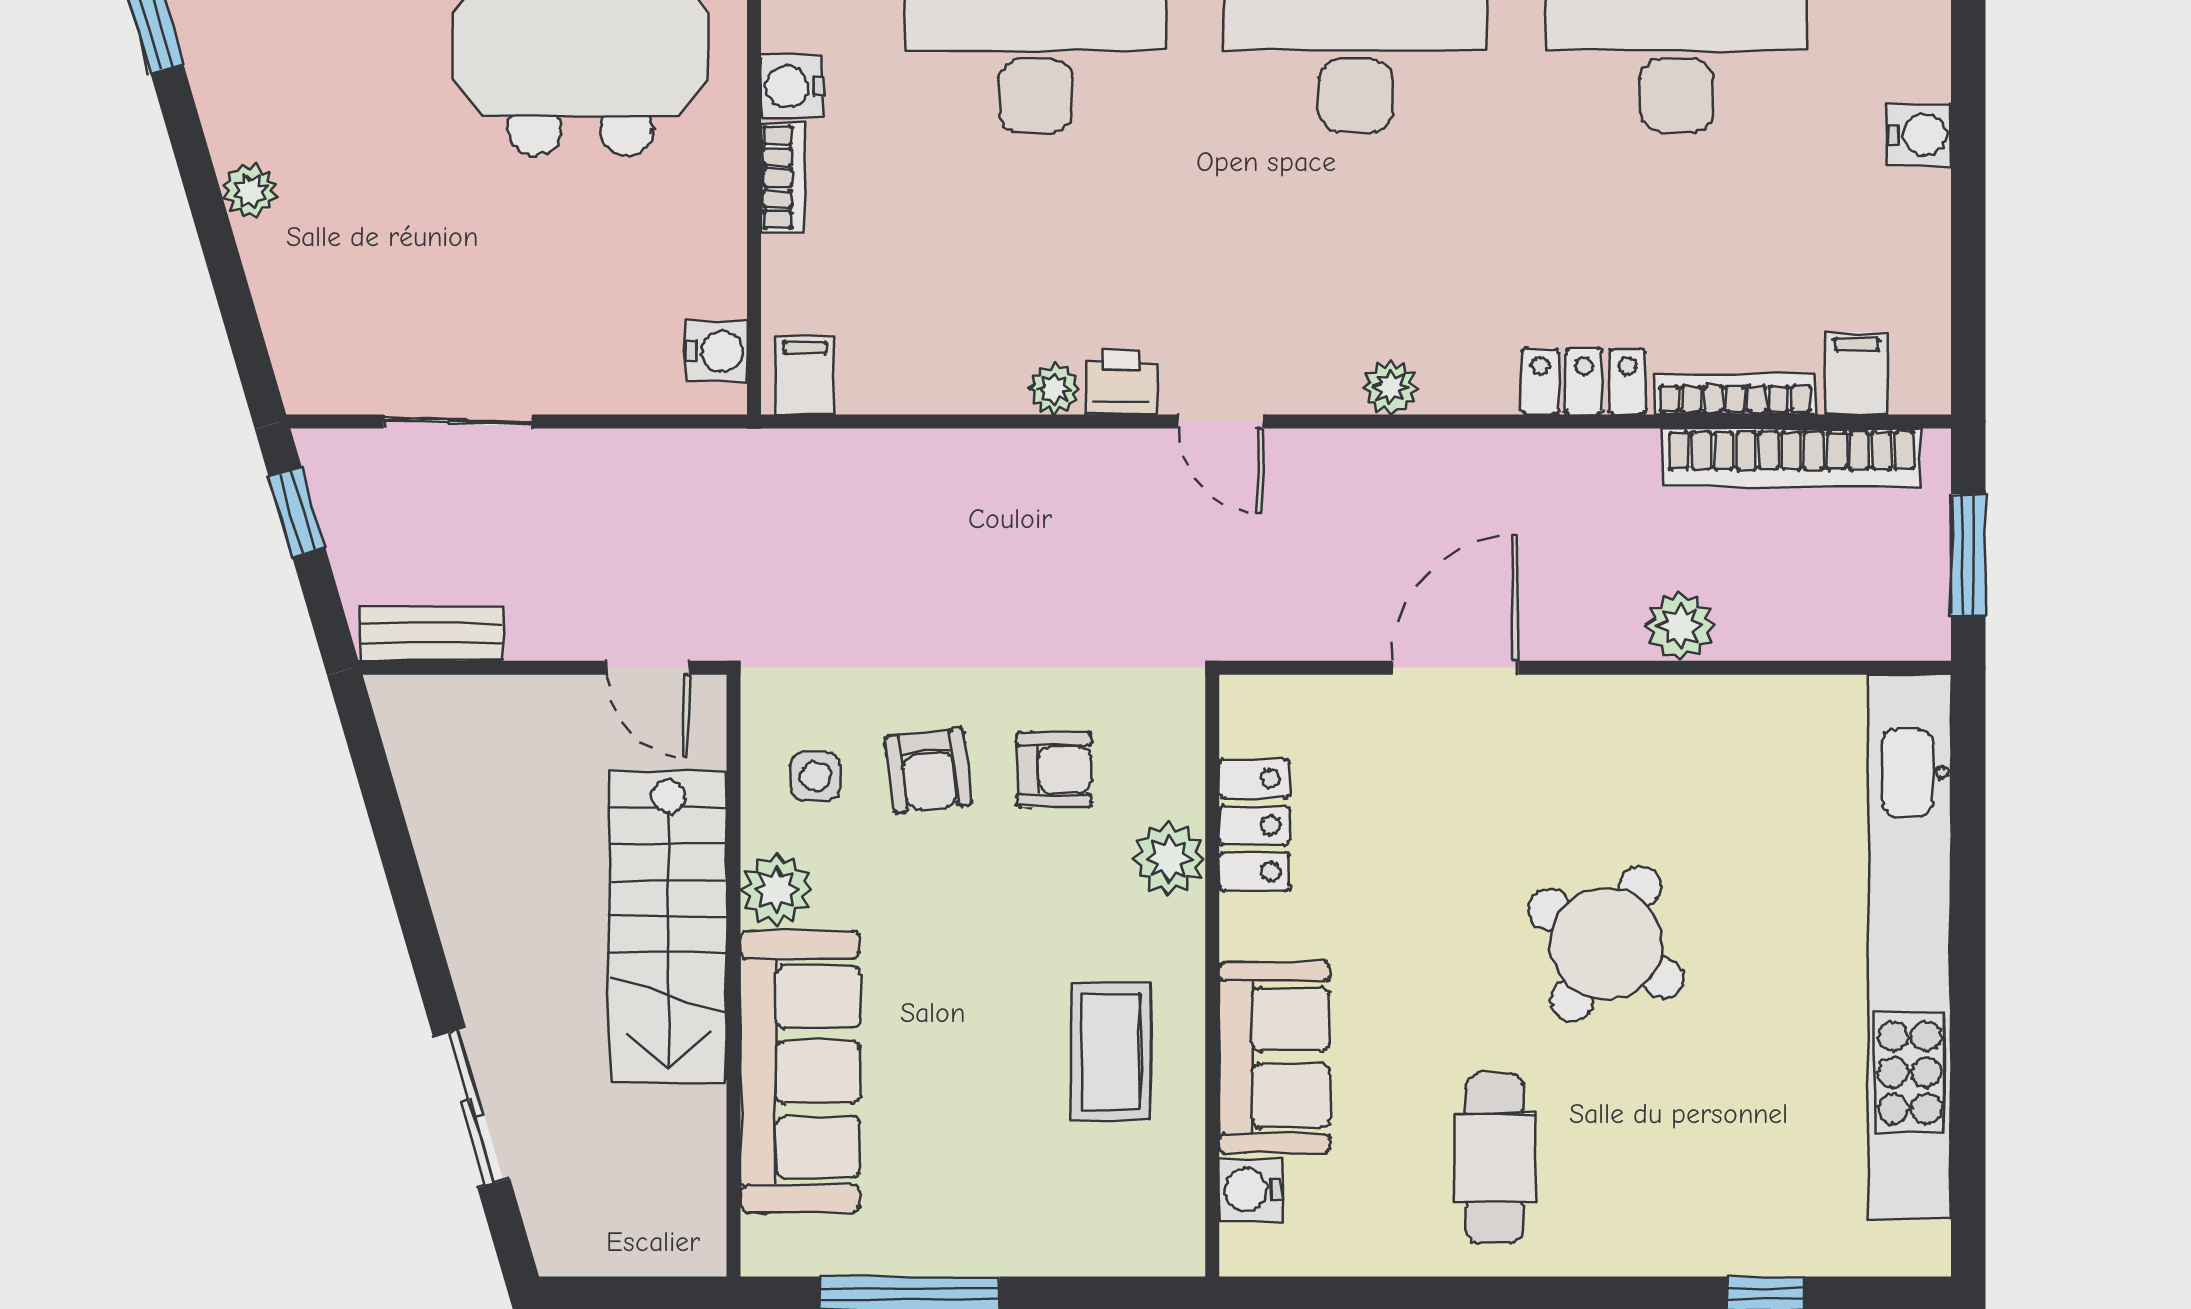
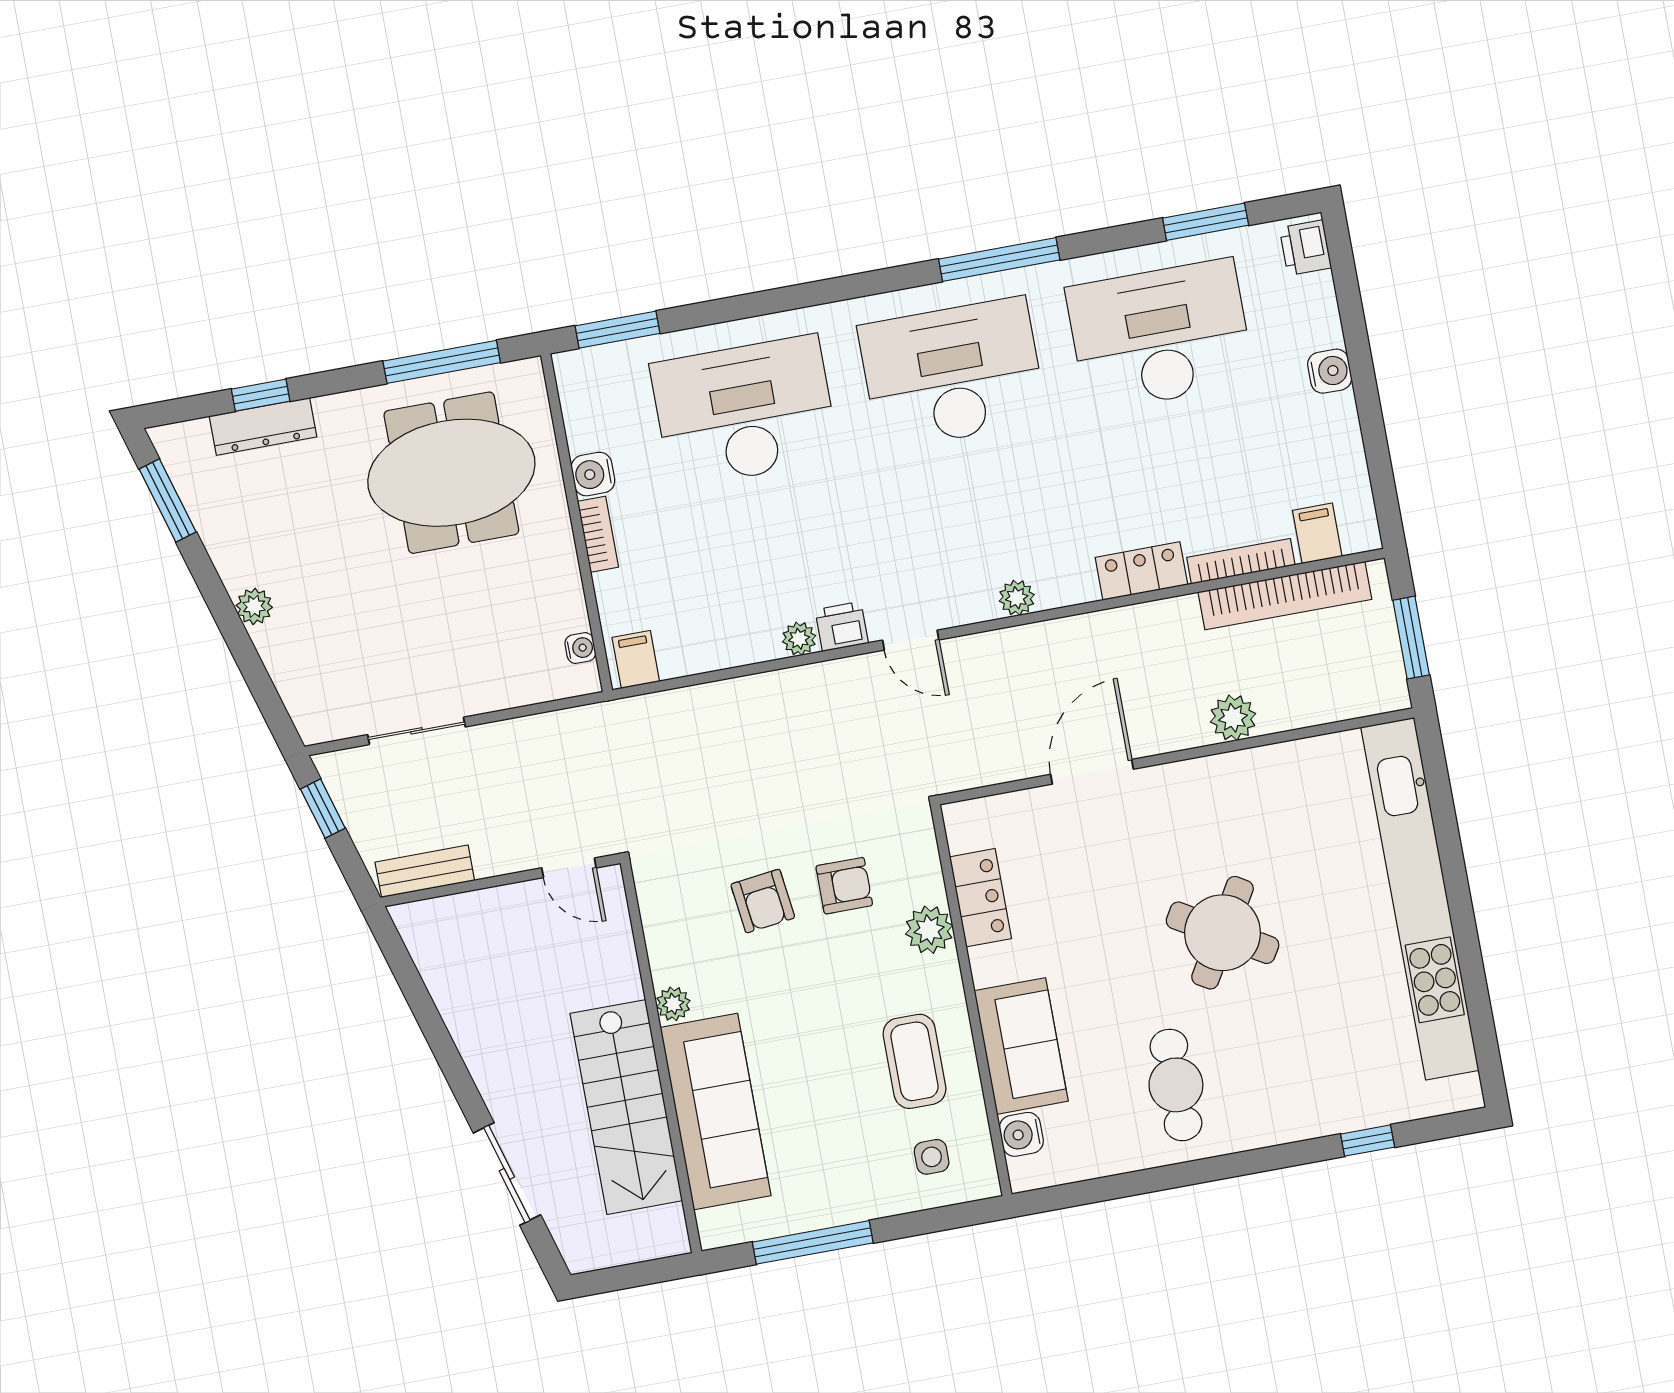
water cooler: (717, 351) -> (580, 648), width x0.72, depth x0.72
side table: (815, 776) -> (932, 1157), moved
plant: (776, 890) -> (673, 1004), width x0.73, depth x0.73
stairs: (668, 927) -> (626, 1107), moved

